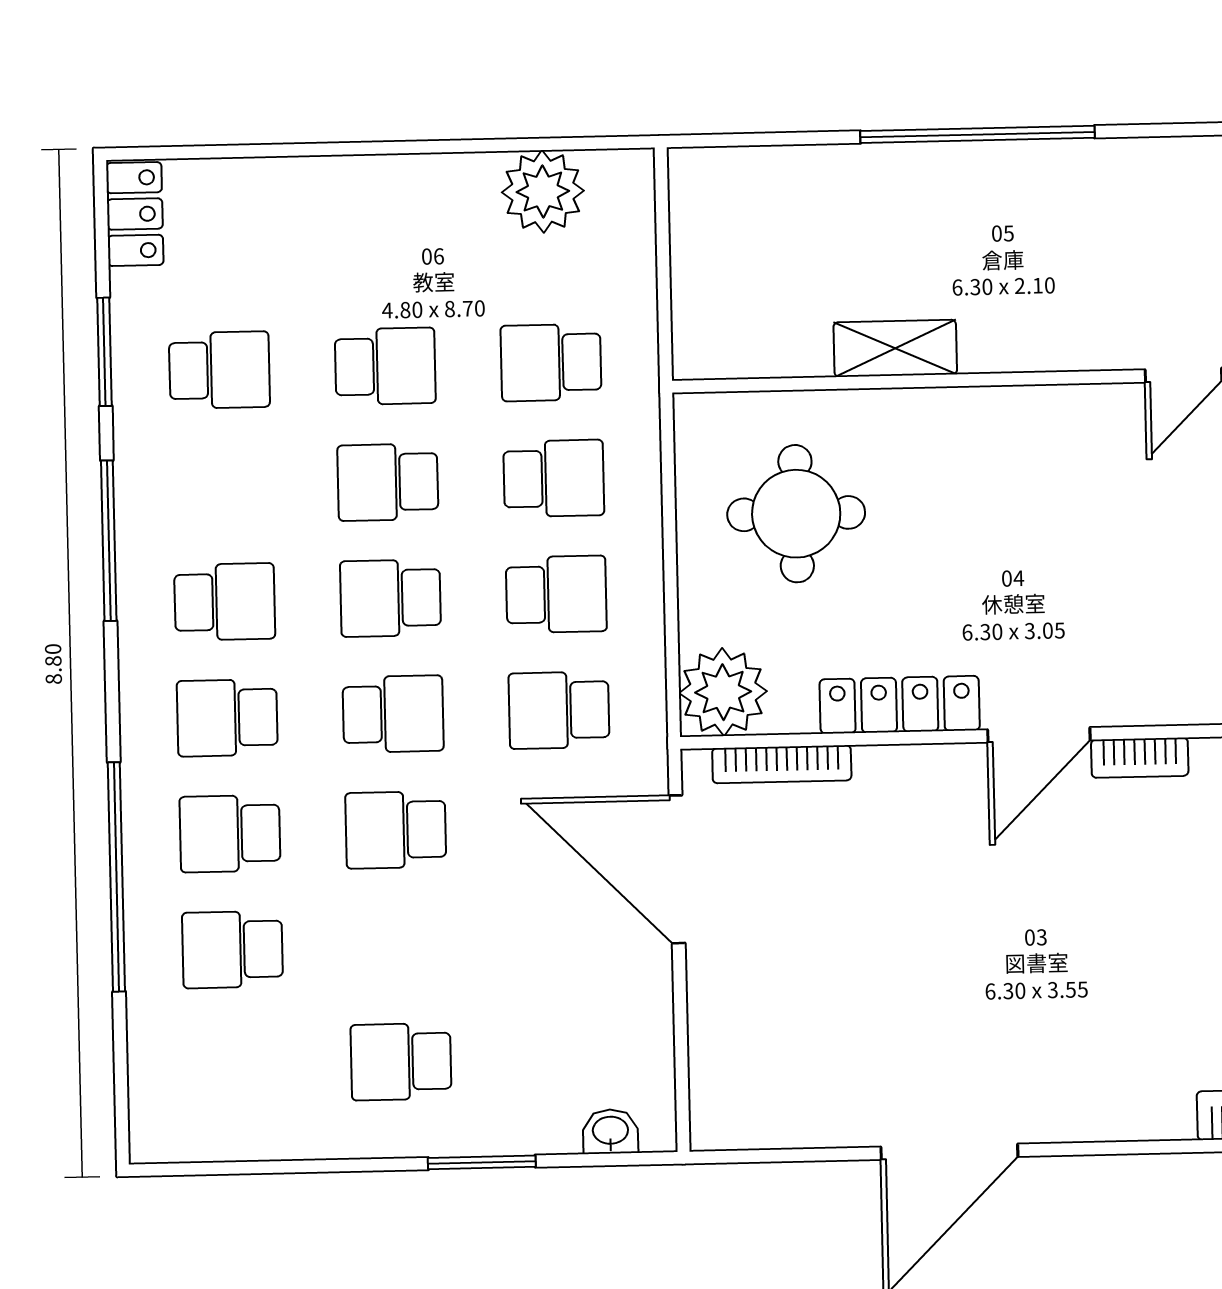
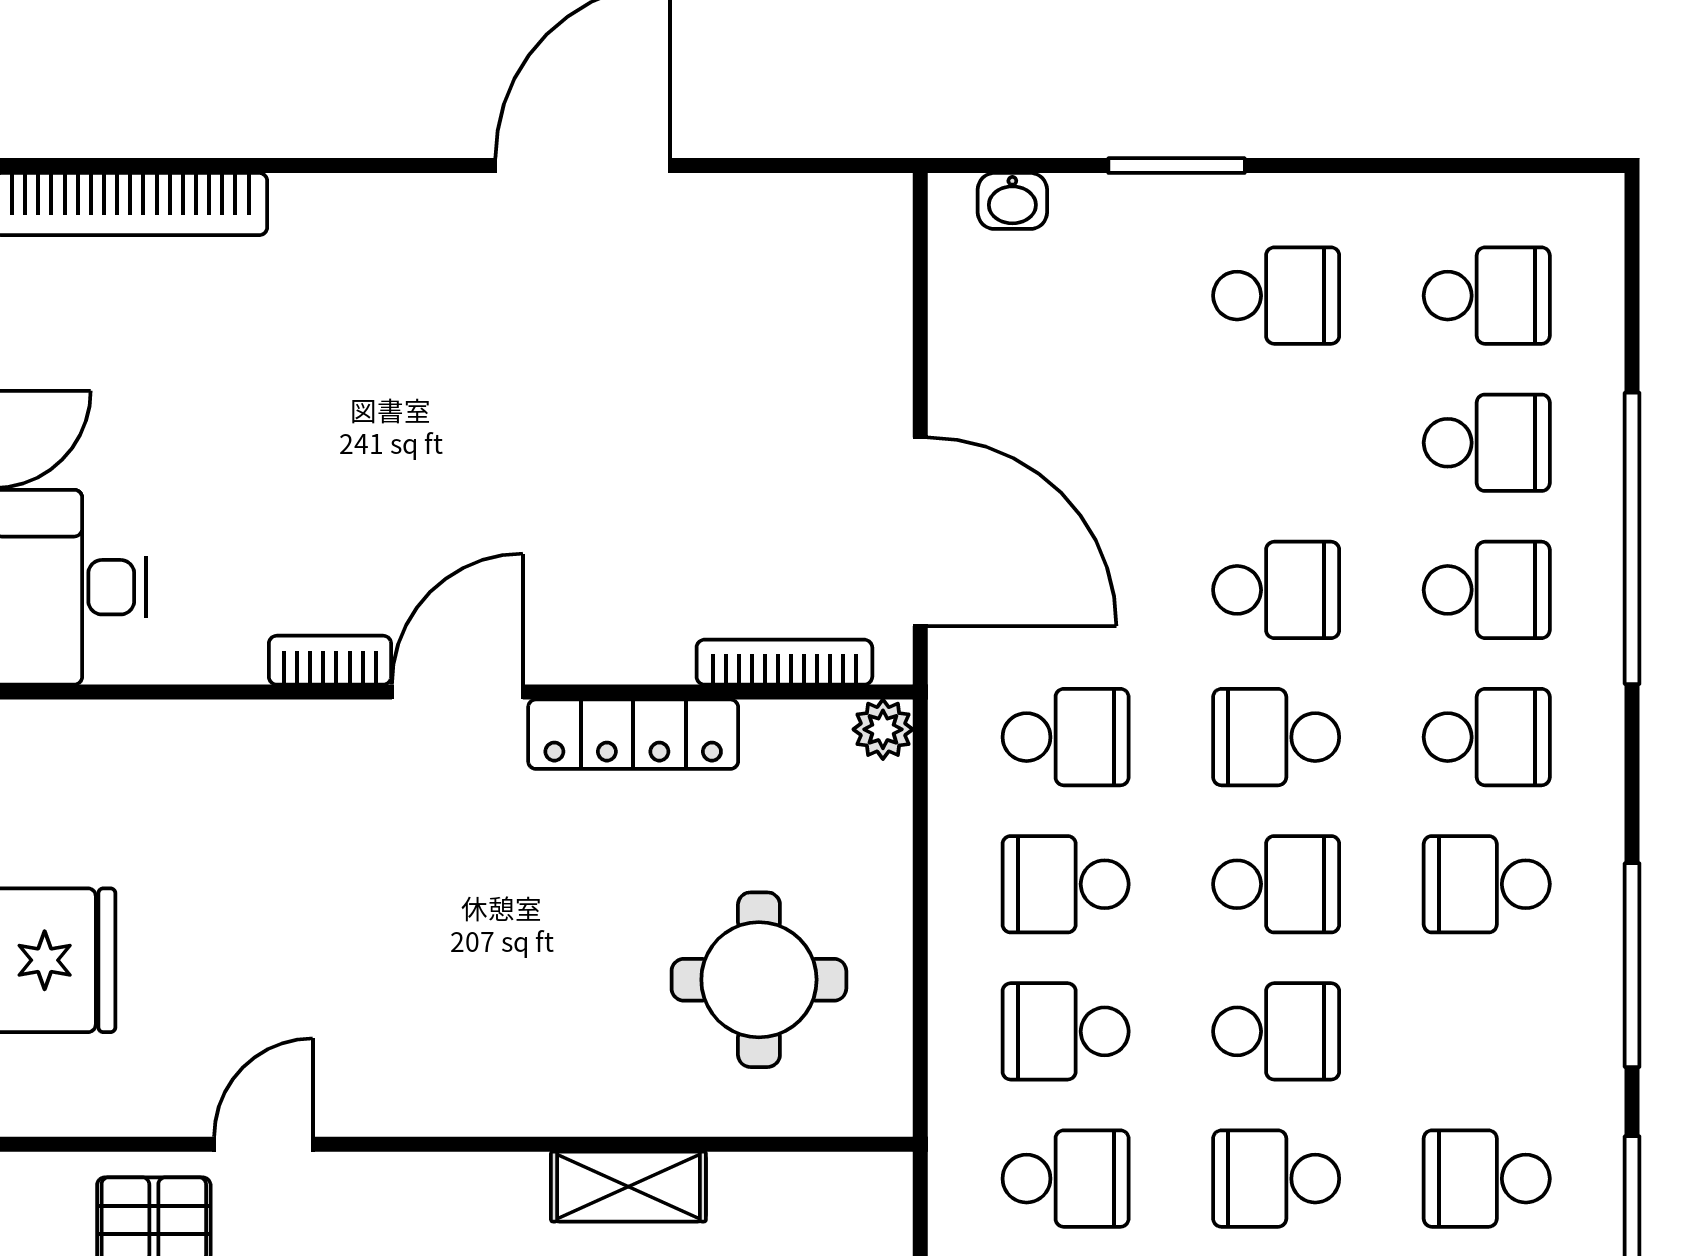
plant: (723, 692) -> (883, 729), width x0.53, depth x0.53
school desk: (235, 1066) -> (1487, 296), added

